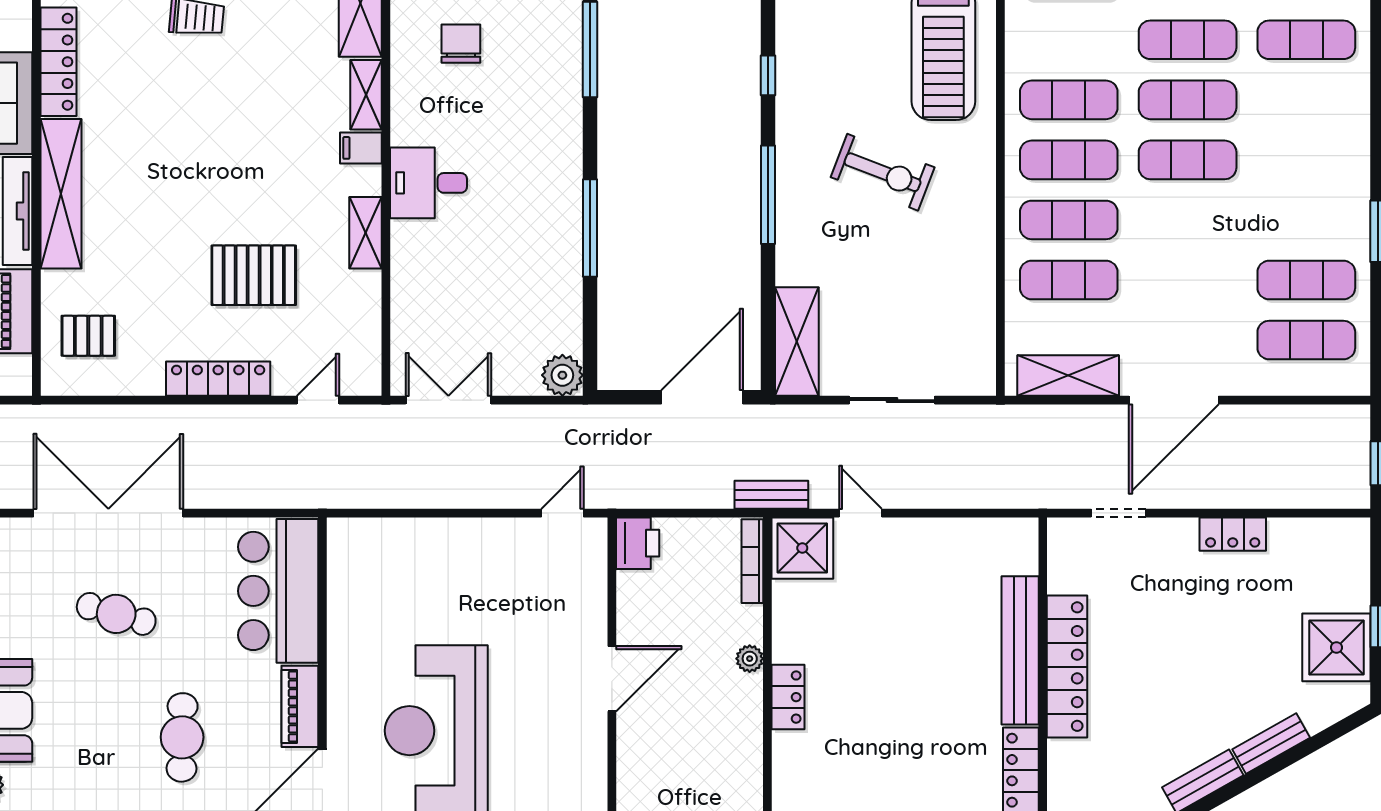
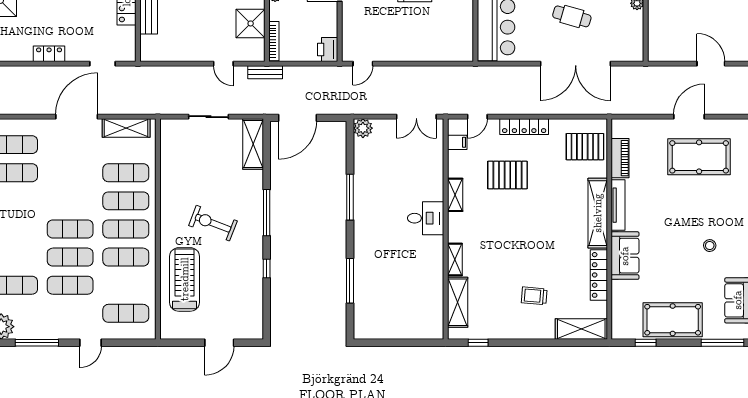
chair: (461, 44) -> (410, 283), removed
filing cabinet: (361, 148) -> (457, 142), moved
pallet: (88, 336) -> (585, 147), width x1.50, depth x1.42
shower: (802, 548) -> (251, 23), moved

